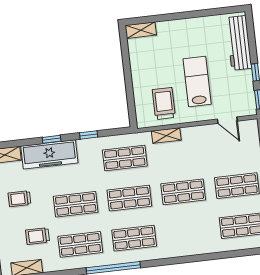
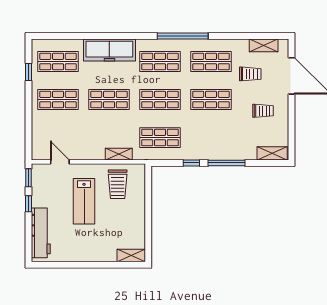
window: (52, 139) -> (226, 163), width x2.17
freezer: (49, 154) -> (109, 50), moved, turned 180

